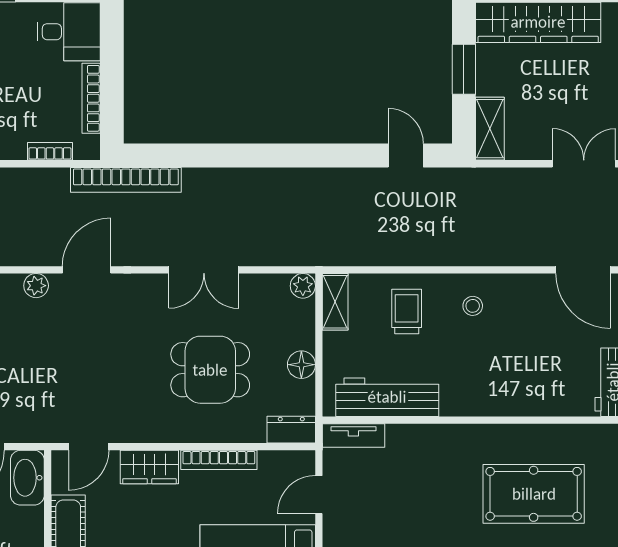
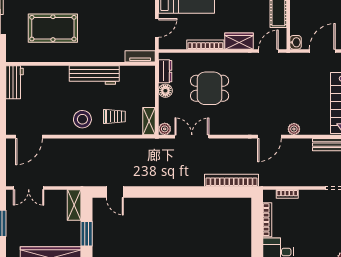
bookcase: (126, 180) -> (231, 180), moved
double door: (204, 270) -> (192, 137), moved
door: (583, 270) -> (29, 137), swing flipped
stool: (473, 306) -> (82, 119), width x1.89, depth x1.89
trolley: (407, 312) -> (114, 116), turned -90
workbench: (387, 397) -> (94, 75), moved
dresser: (291, 430) -> (165, 71), moved, turned -90
washbasin: (27, 478) -> (296, 42), width x0.52, depth x0.69

